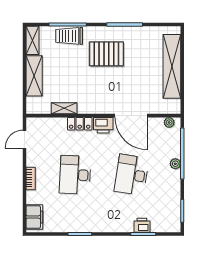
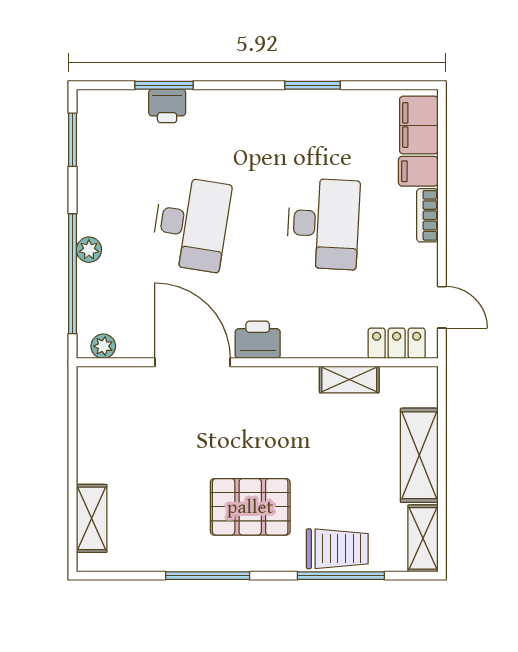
shelving: (172, 66) -> (92, 518), width x0.45, depth x0.75
locker: (80, 124) -> (397, 343), moved
door: (24, 139) -> (442, 307), hinge flipped
filing cabinet: (35, 197) -> (418, 171), added

